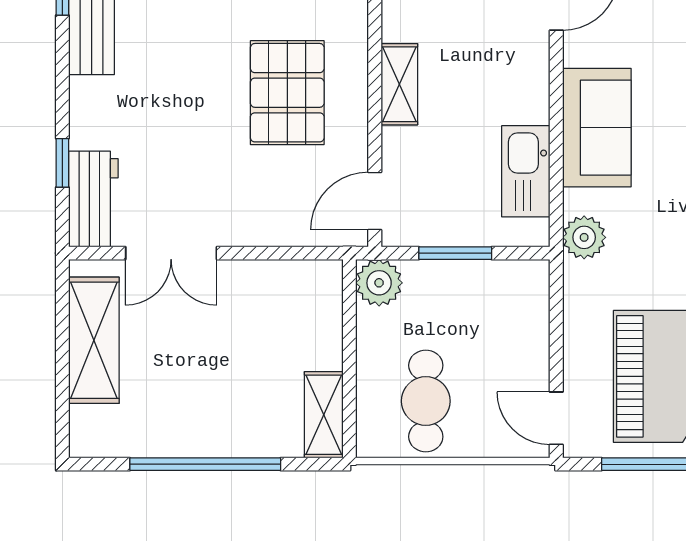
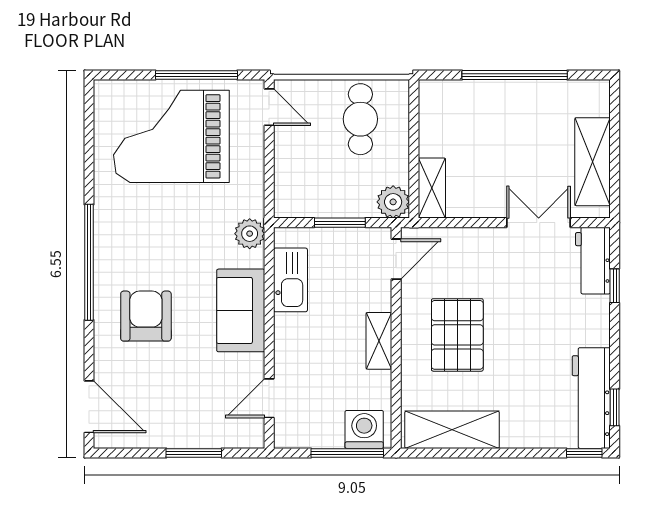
shelving: (324, 415) -> (432, 188), moved

